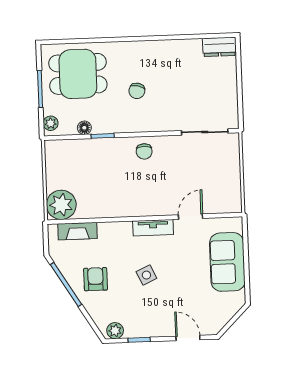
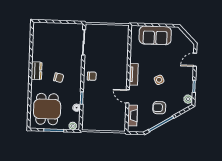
dresser: (219, 47) -> (37, 71), moved
plant: (61, 205) -> (118, 123), removed
door: (191, 217) -> (128, 96), moved

